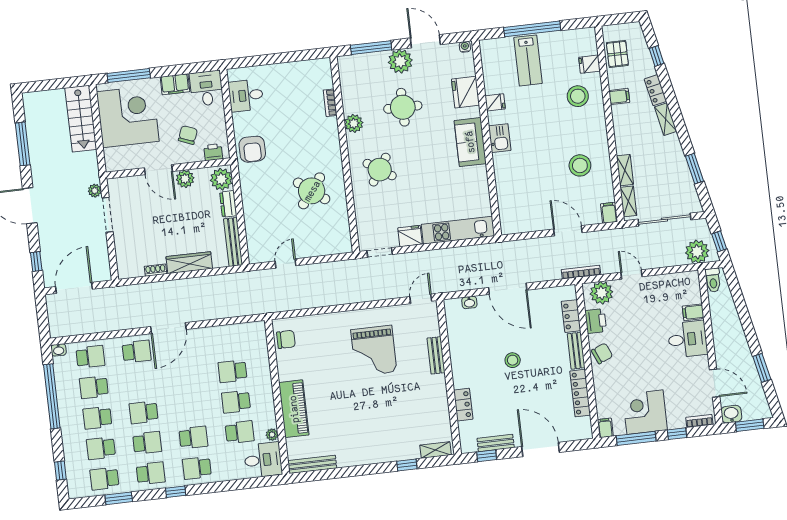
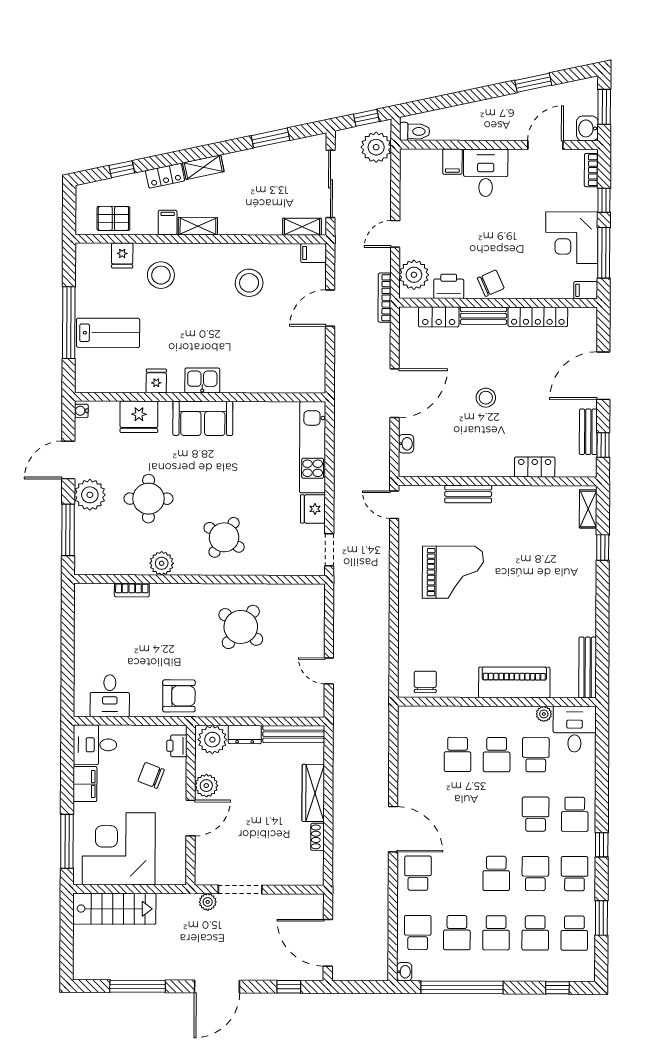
shelving: (625, 170) -> (198, 226), moved
chair: (602, 353) -> (491, 283), turned 89

